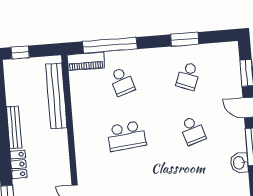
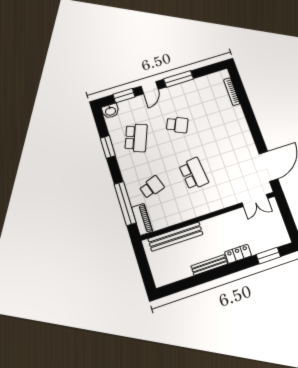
window: (20, 52) -> (147, 275), removed
school desk: (188, 76) -> (136, 138), width x1.85
school desk: (193, 131) -> (177, 125), turned 42
washbasin: (239, 163) -> (110, 111), moved

